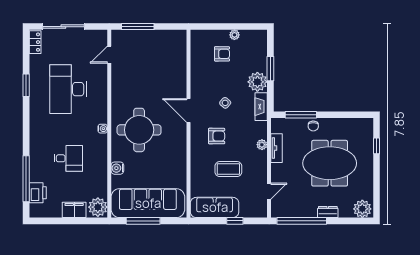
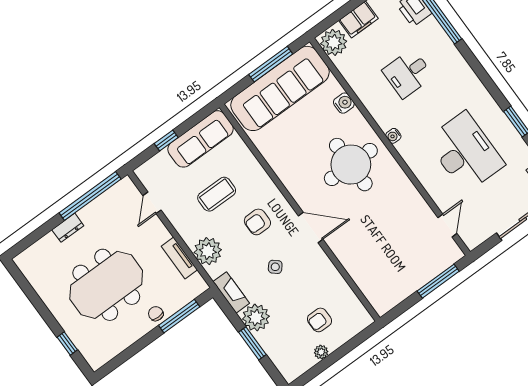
plant: (262, 145) -> (208, 251), width x1.88, depth x1.88
plant: (362, 209) -> (31, 260), removed

